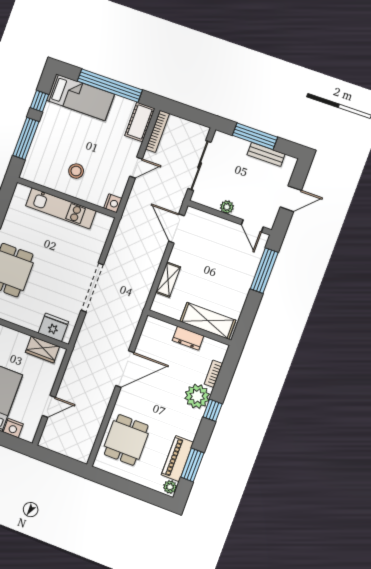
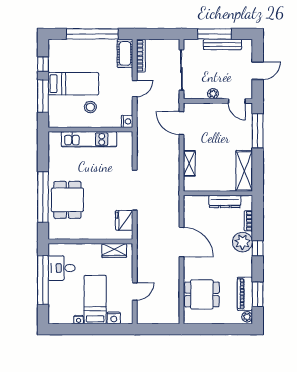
bed: (80, 97) -> (73, 84), moved
bench: (266, 154) -> (222, 44), width x1.36
shelving: (208, 321) -> (244, 171), moved, turned 90
fridge: (53, 327) -> (124, 220), moved, turned -90
dresser: (188, 338) -> (225, 201), width x1.44
door: (125, 369) -> (182, 242), hinge flipped
dining table: (126, 440) -> (202, 294), turned 90

